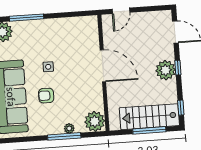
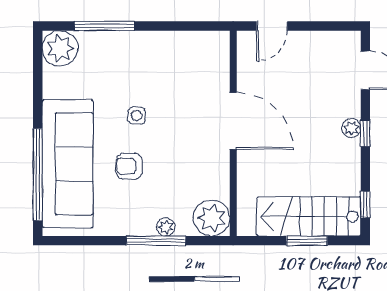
plant: (166, 70) -> (351, 128), width x0.53, depth x0.53
window: (149, 130) -> (307, 241), width x0.69

